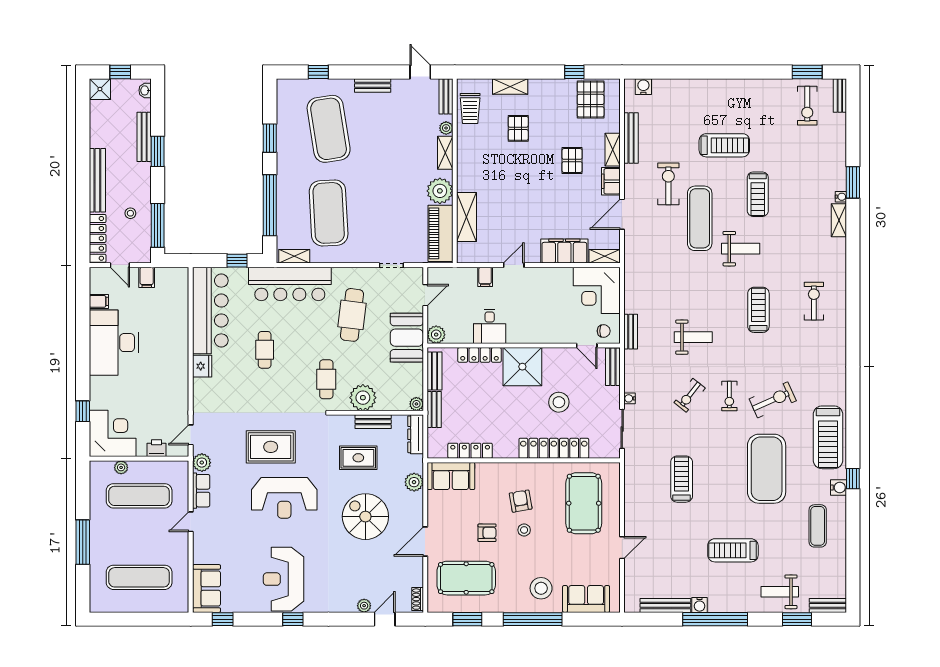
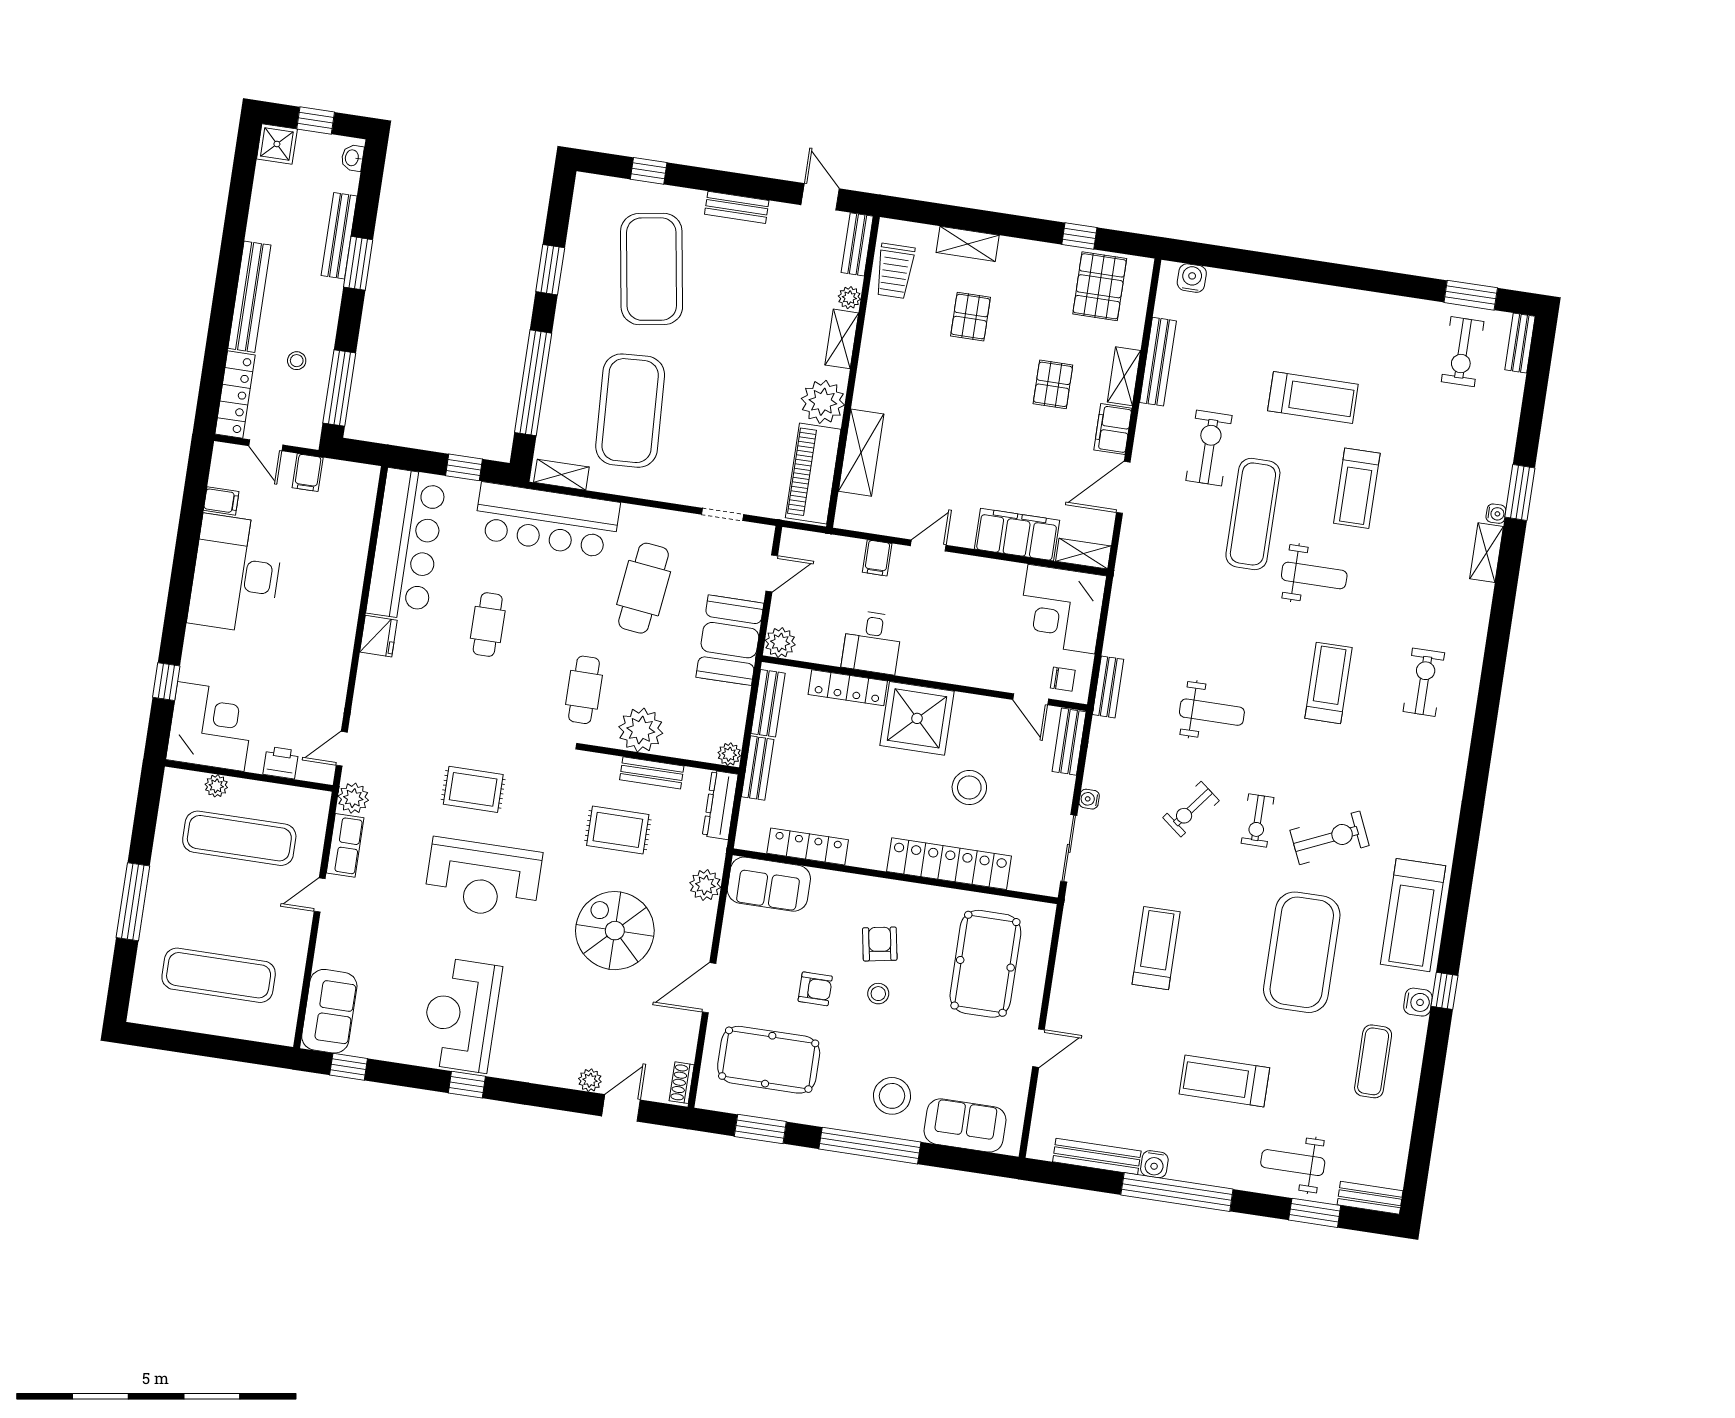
rug: (271, 447) -> (473, 789), width x0.73, depth x0.70

